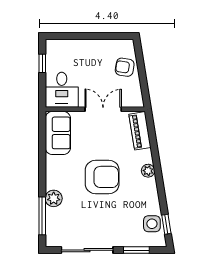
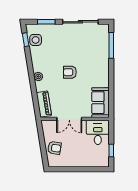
armchair: (102, 177) -> (70, 72), width x0.53, depth x0.53
plant: (54, 198) -> (103, 57), removed

